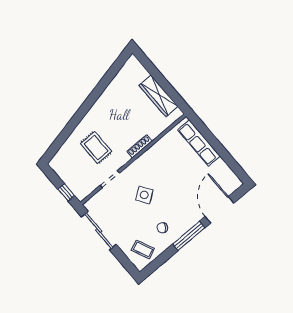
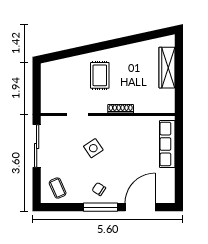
wardrobe: (159, 96) -> (167, 68), moved
rug: (96, 148) -> (100, 75), moved
window: (66, 192) -> (37, 97), removed
chair: (162, 228) -> (99, 189), moved

